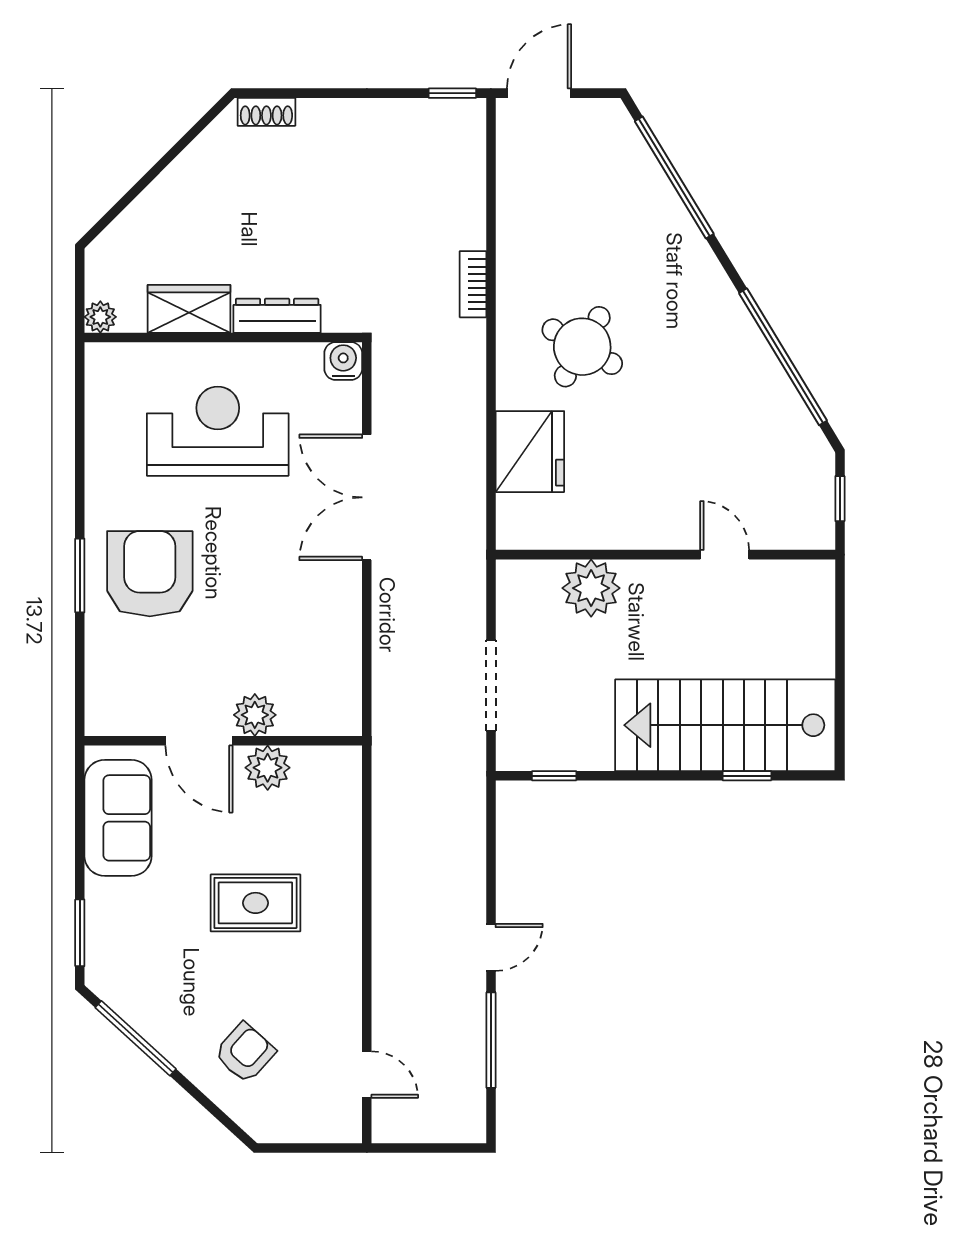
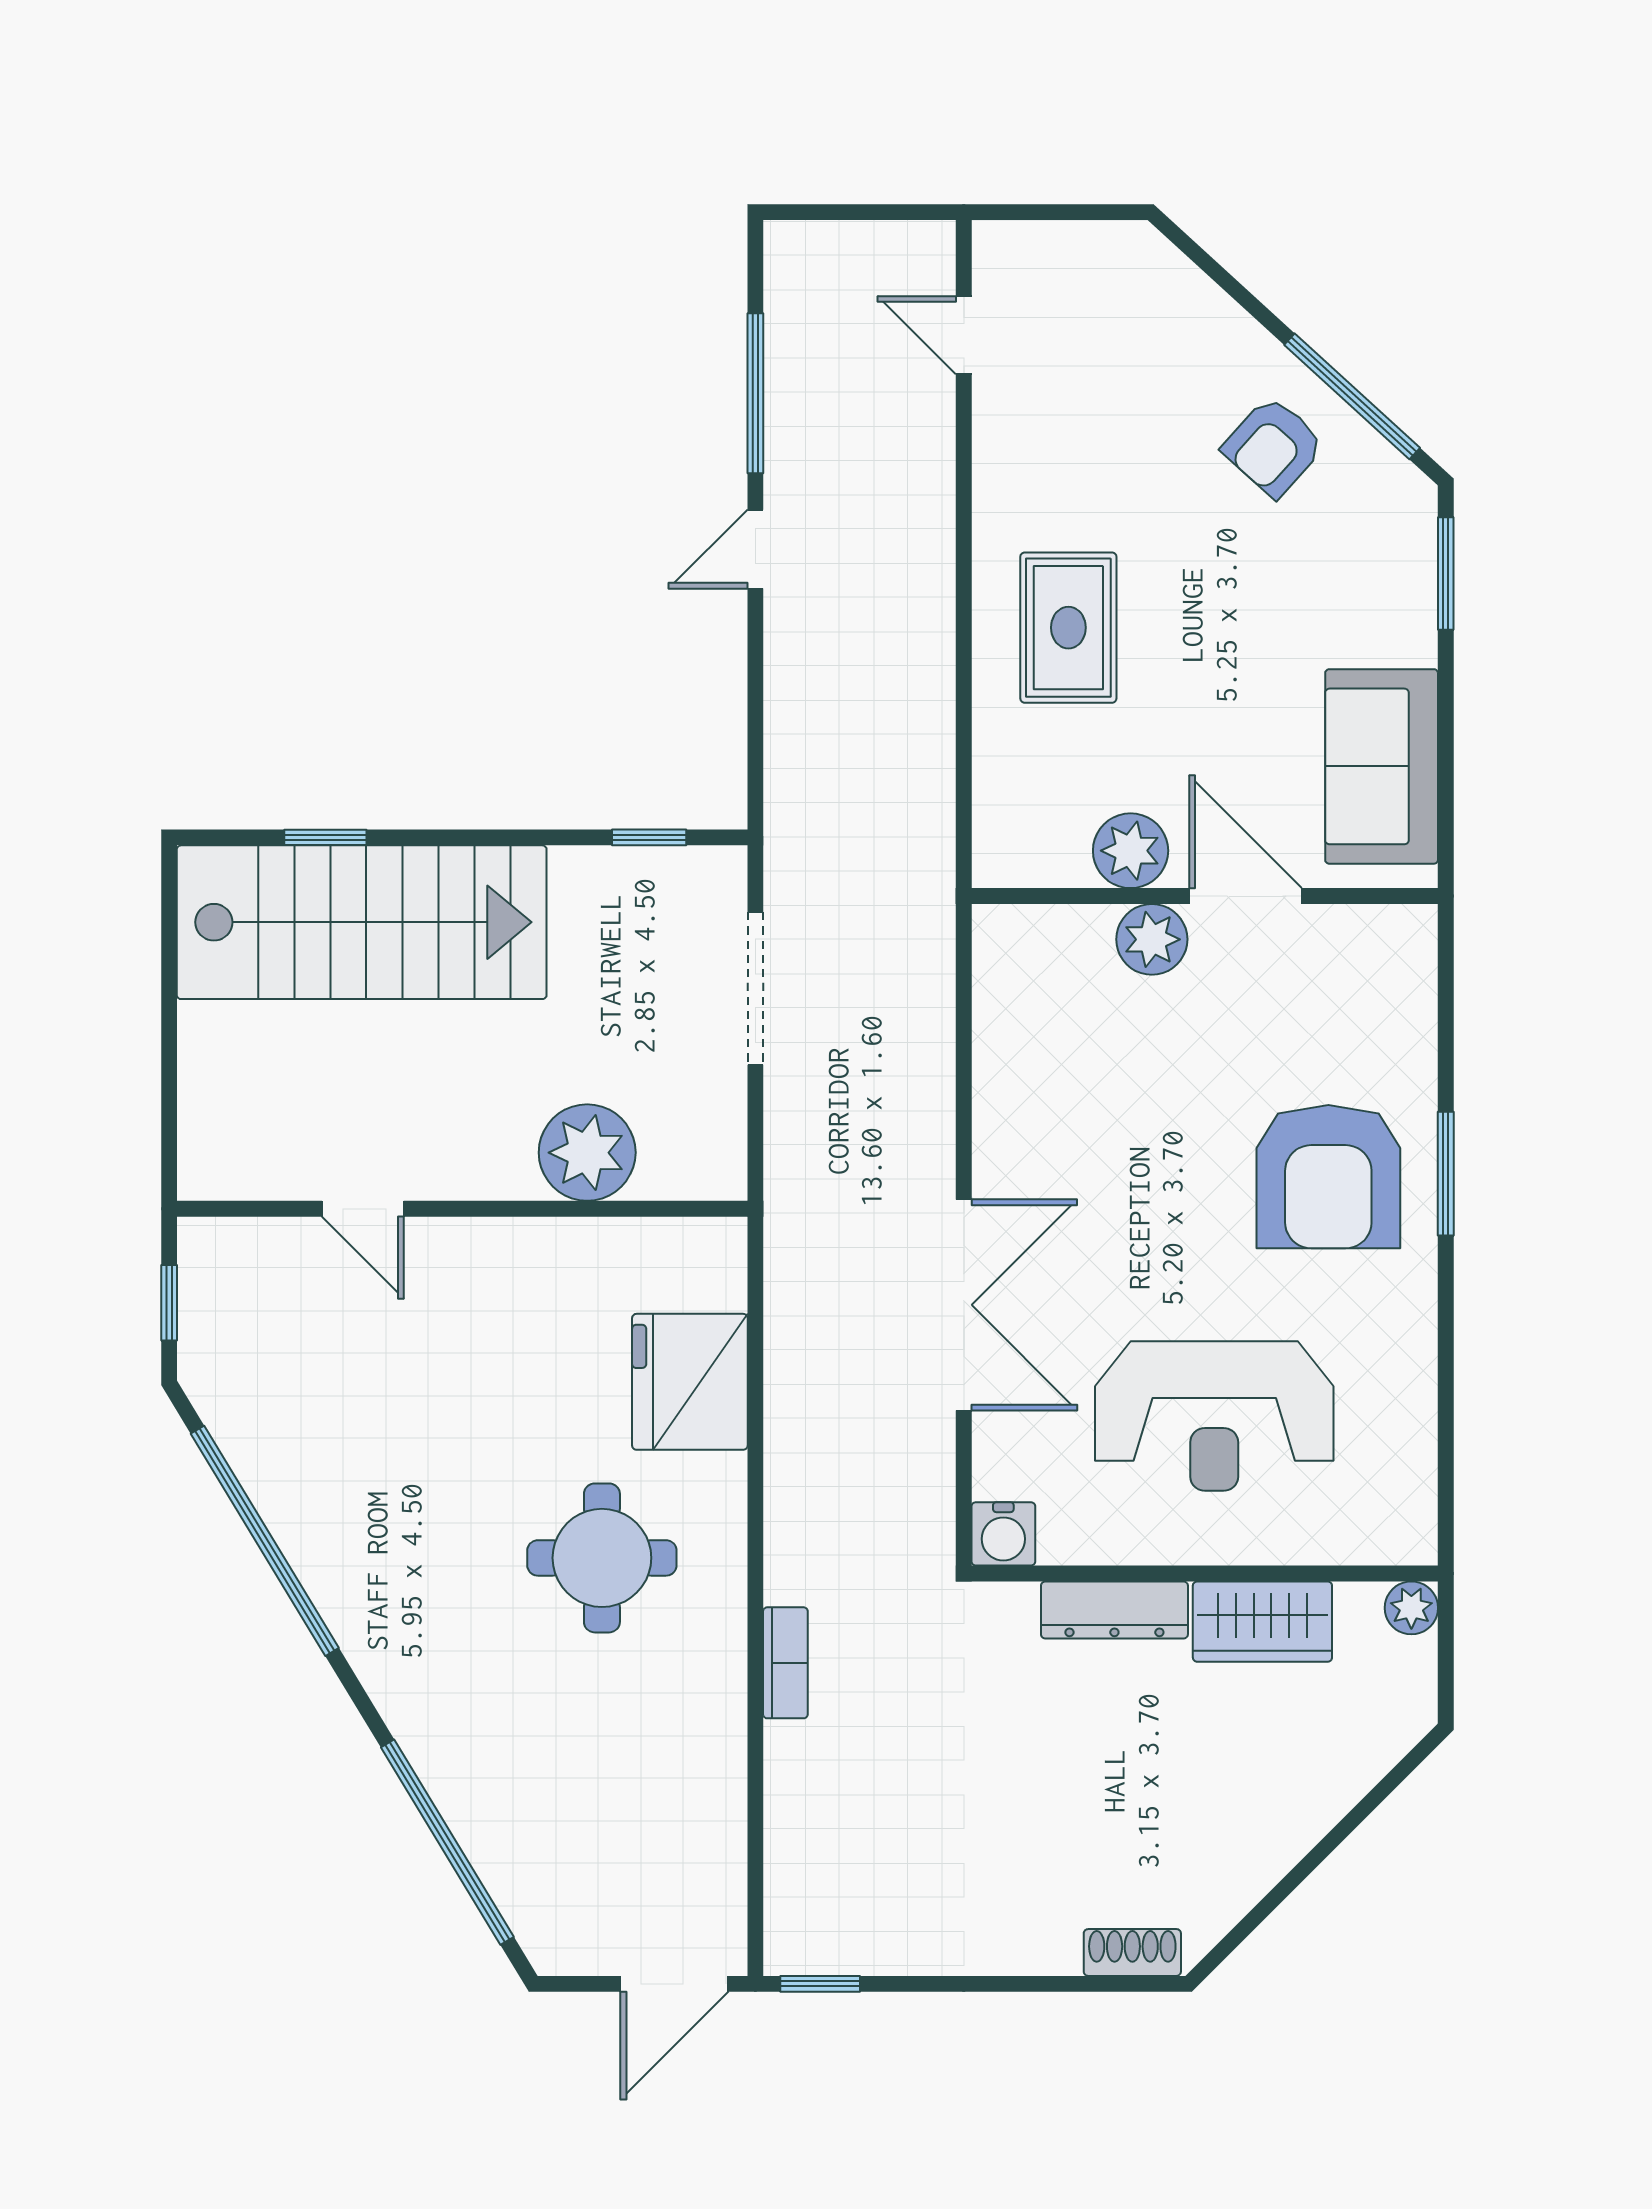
round table: (582, 347) -> (602, 1558), turned -30
rug: (255, 903) -> (1068, 628), moved, turned 90
armchair: (245, 1053) -> (1273, 447), moved

